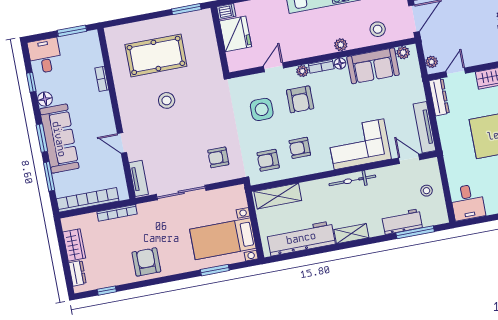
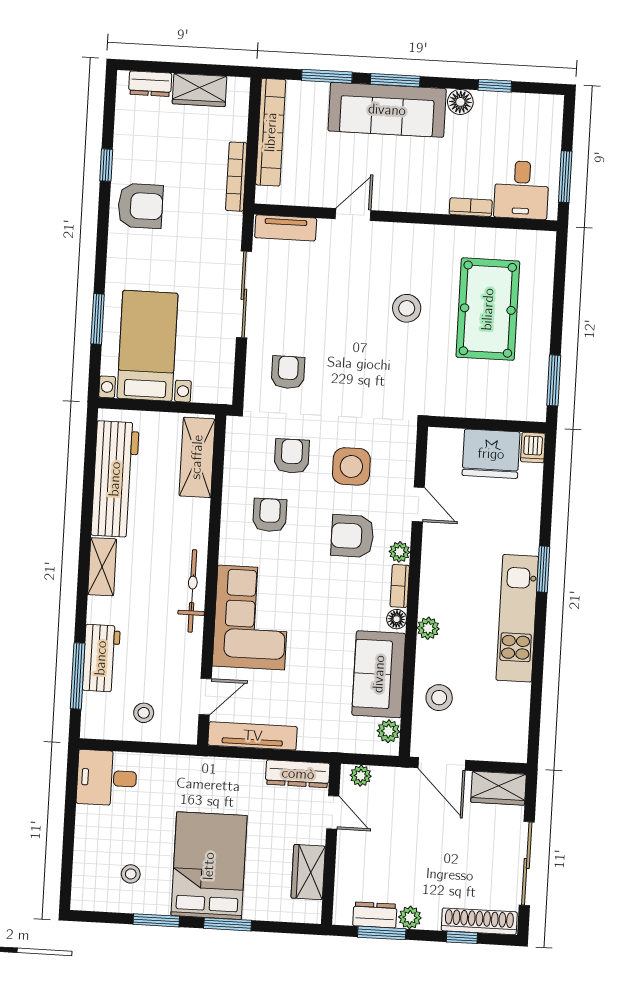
desk: (45, 56) -> (522, 190), moved, turned 90
armchair: (268, 160) -> (292, 456), moved
window: (107, 291) -> (106, 165), moved

